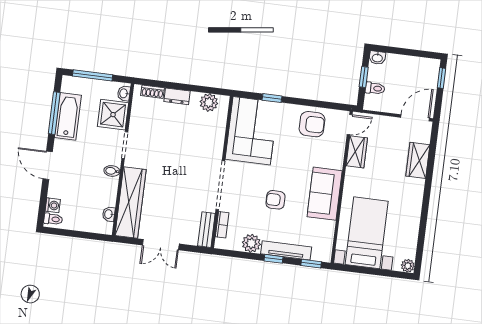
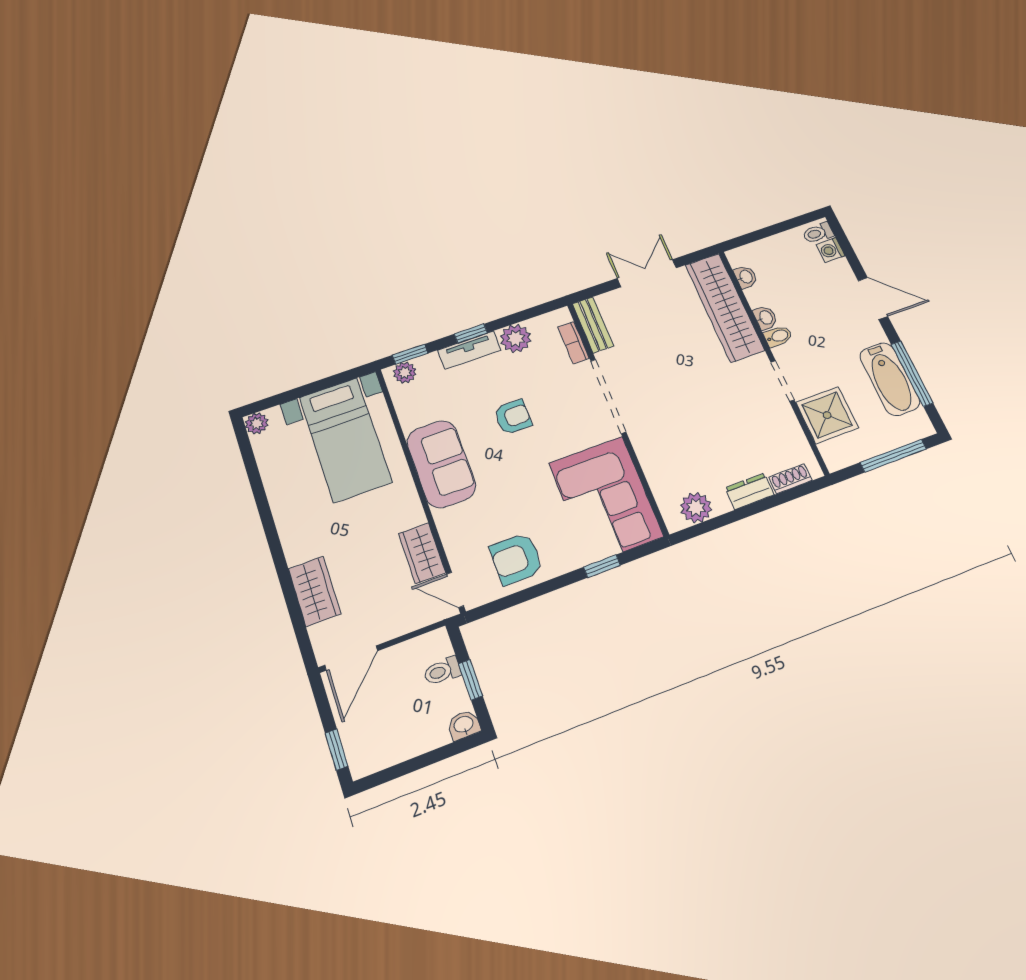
washbasin: (124, 93) -> (765, 318), moved
door: (350, 125) -> (455, 590), hinge flipped
tv unit: (286, 250) -> (469, 350), width x0.71
plant: (319, 254) -> (405, 373), added

